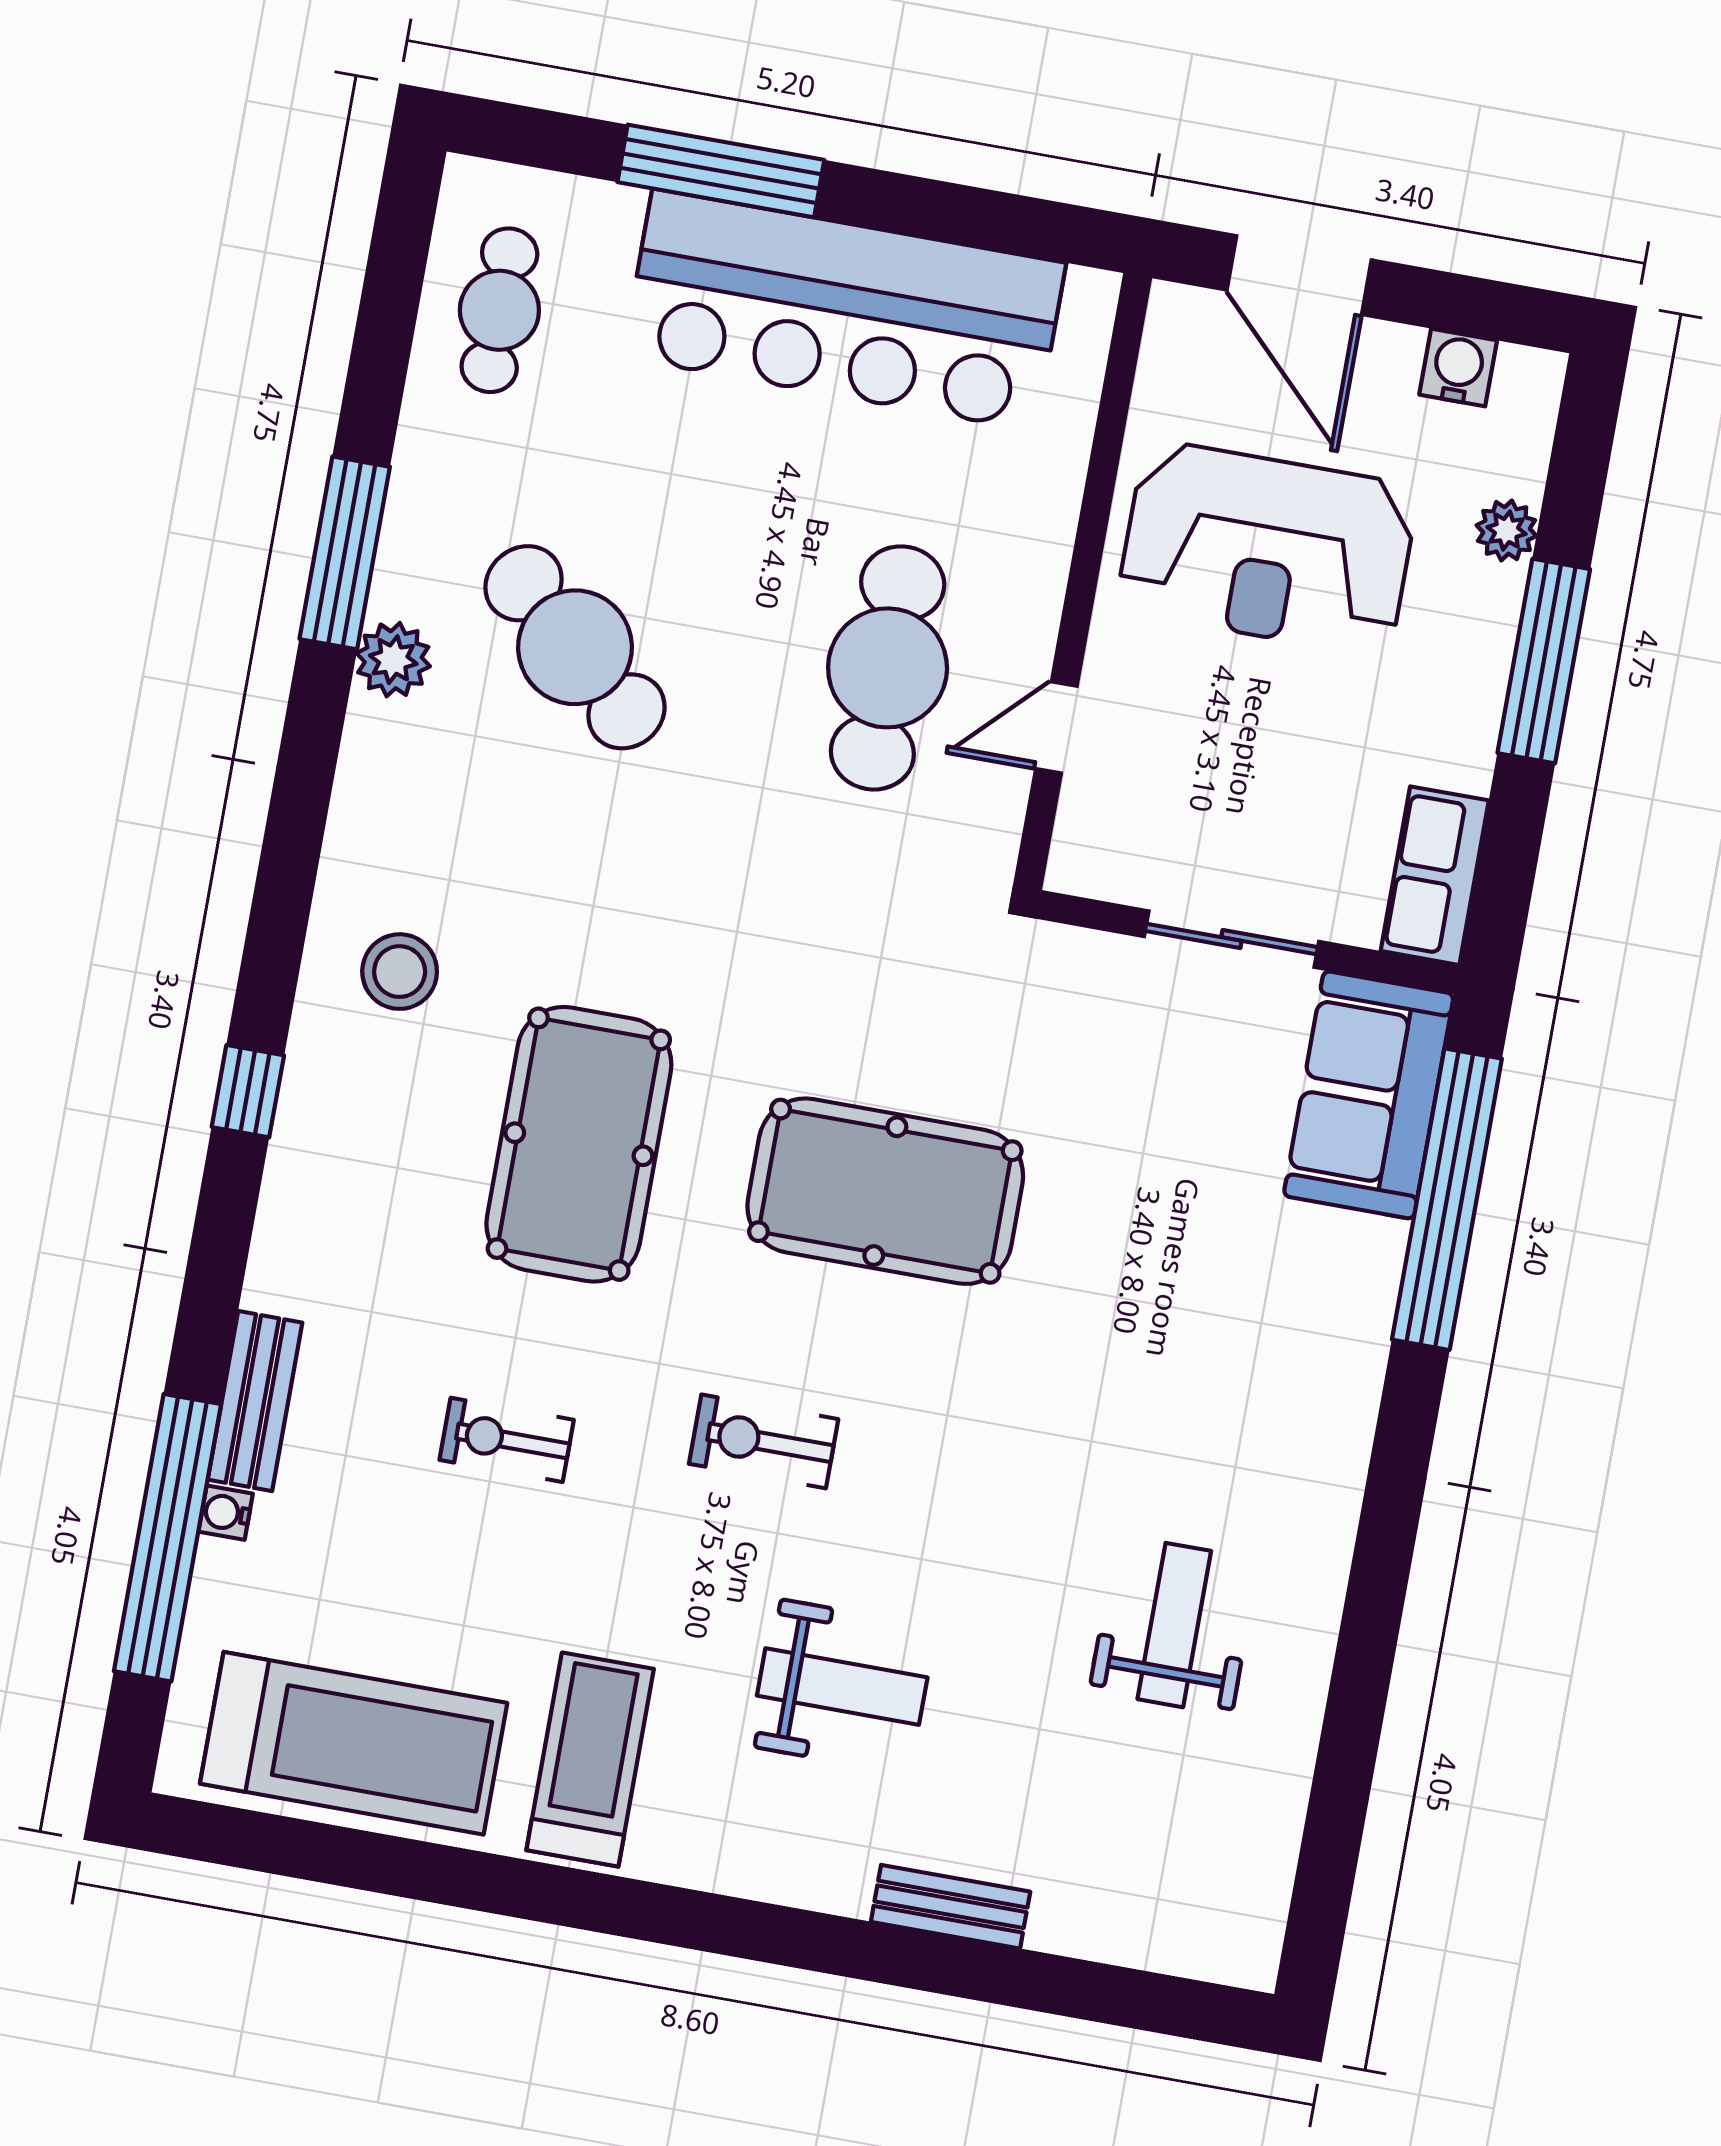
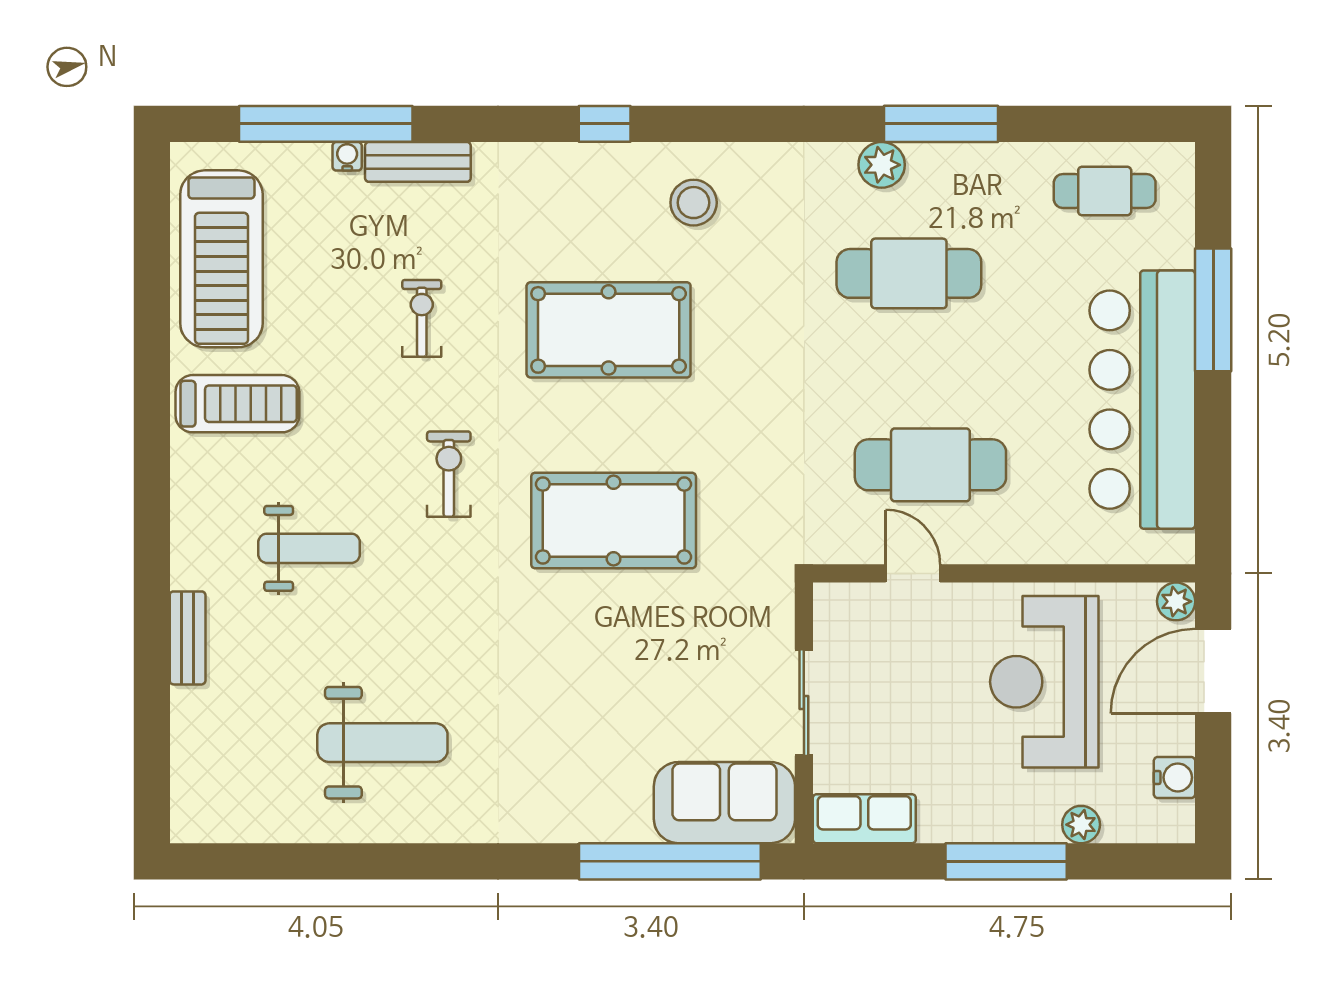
plant: (1177, 314) -> (1176, 601), added
cafe table: (575, 647) -> (909, 273), turned 49
pool table: (885, 1191) -> (614, 521), turned 90
weight bench: (1174, 1625) -> (382, 743), width x1.36, depth x1.33
weight bench: (842, 1687) -> (309, 548), turned -90

